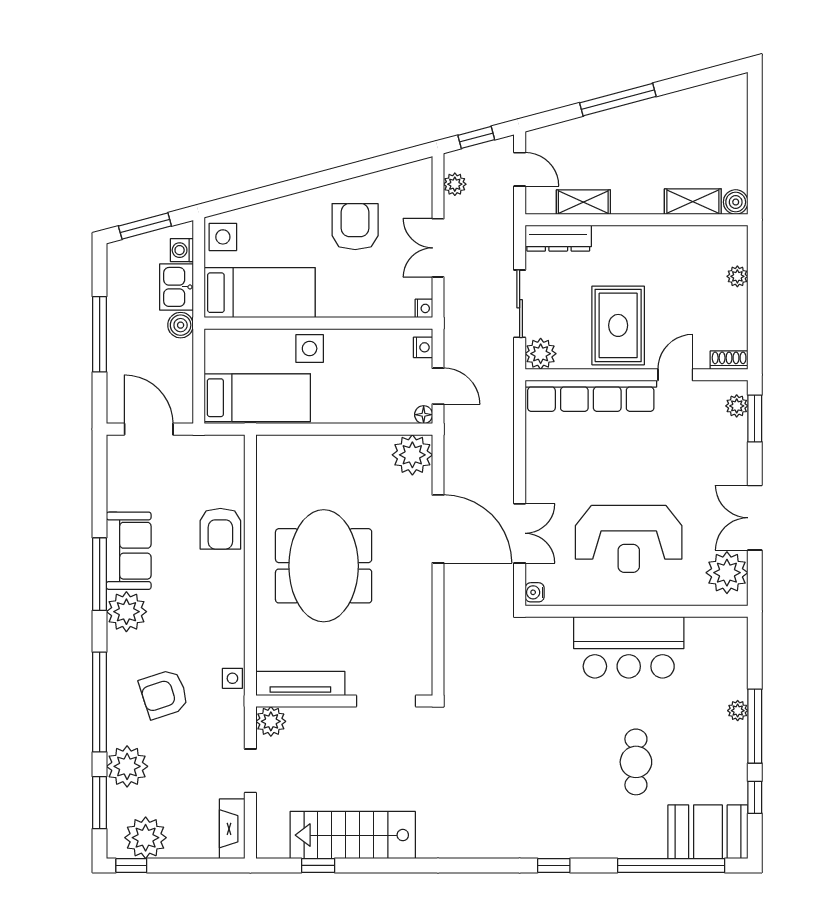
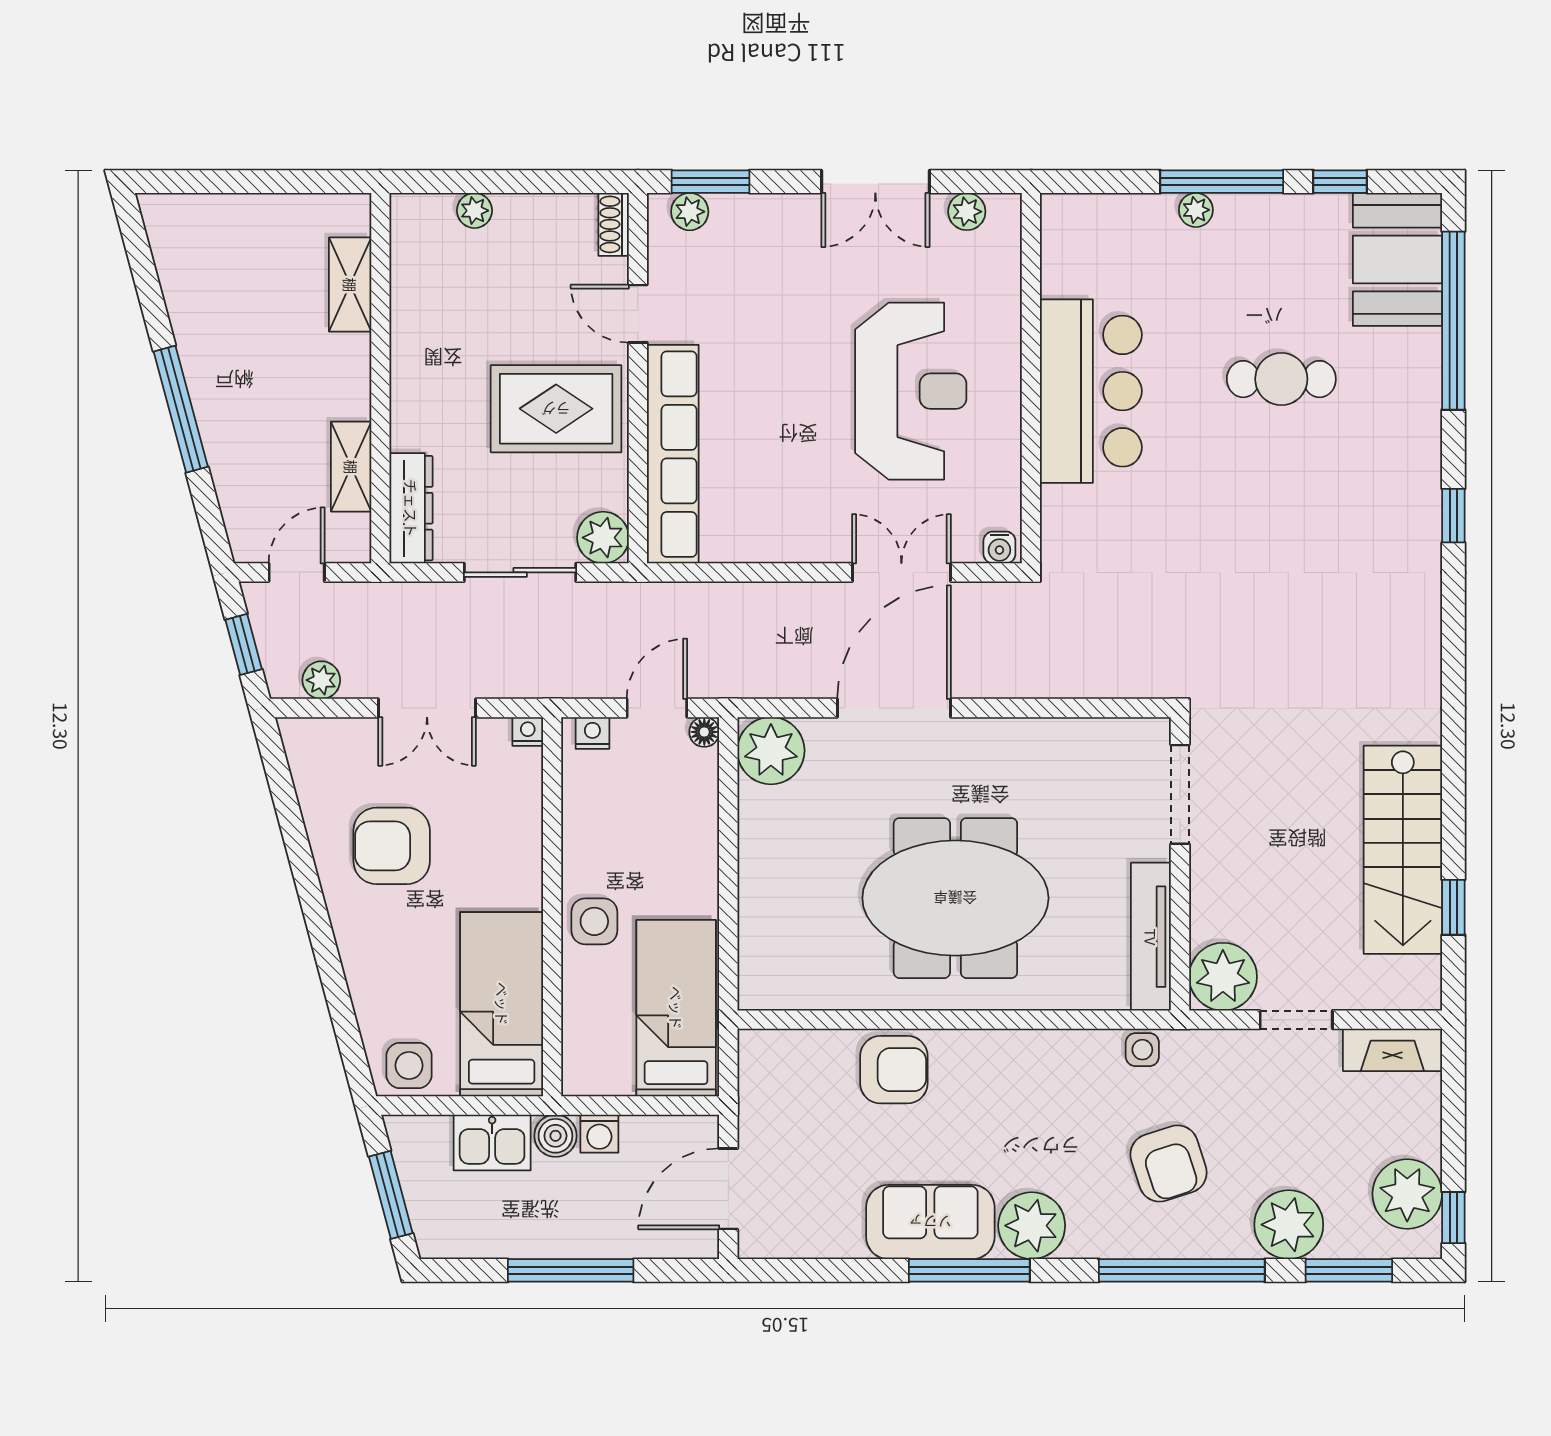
boiler: (736, 202) -> (351, 213), removed
washing machine: (182, 250) -> (599, 1134), moved
plant: (727, 573) -> (967, 212), width x0.53, depth x0.53
plant: (271, 721) -> (1223, 977), width x1.36, depth x1.36

